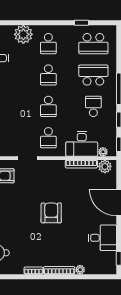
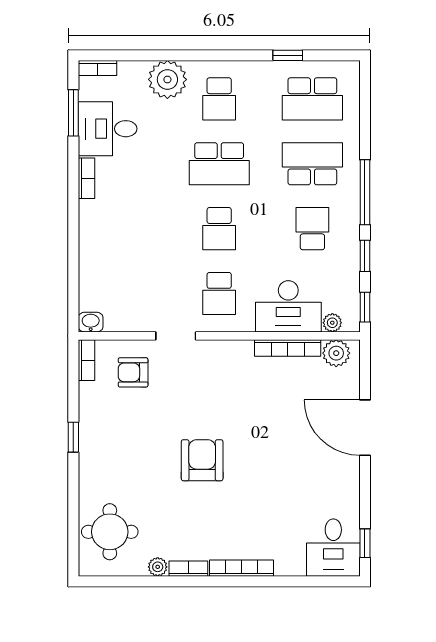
school desk: (48, 75) -> (219, 164), width x1.85
armchair: (51, 213) -> (202, 460), moved
desk: (102, 238) -> (333, 548), moved, turned 90
plant: (80, 270) -> (158, 567), moved

